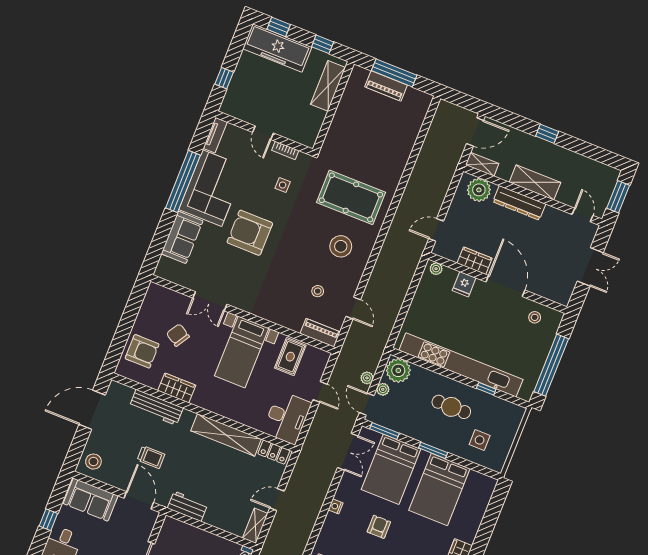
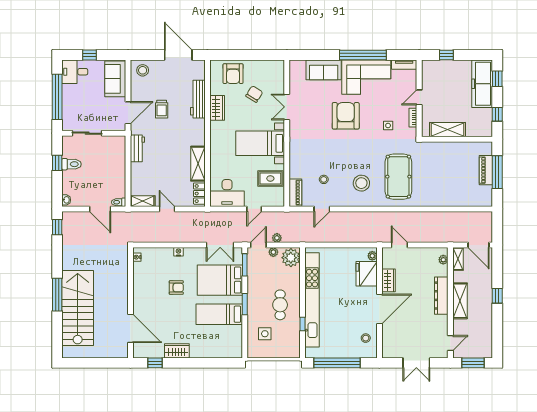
shelving: (328, 86) -> (448, 130), moved
plant: (479, 190) -> (443, 260), width x0.53, depth x0.53
fridge: (464, 284) -> (367, 274), width x1.88, depth x1.34
shelving: (226, 435) -> (198, 164), width x0.68
bed: (439, 489) -> (219, 314), width x0.67

